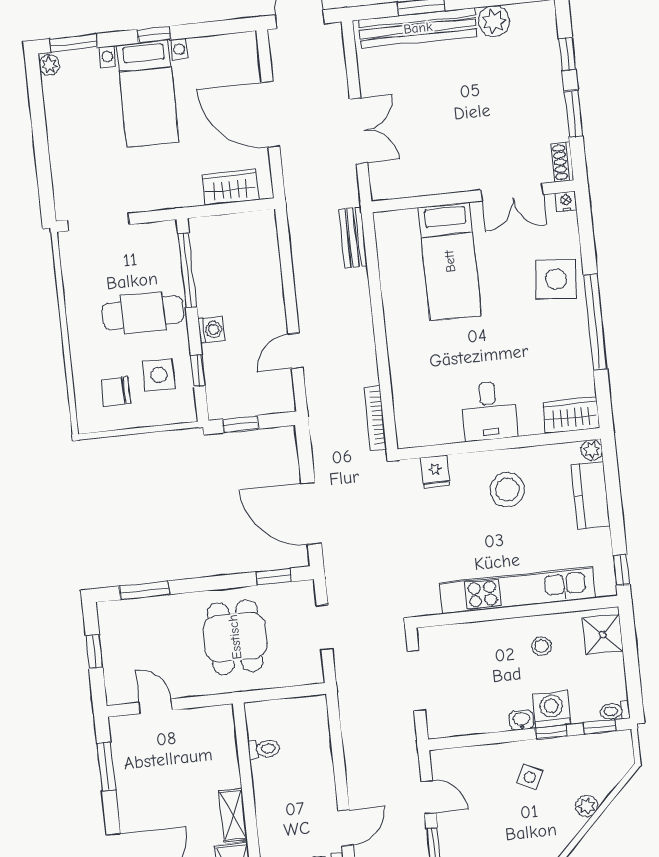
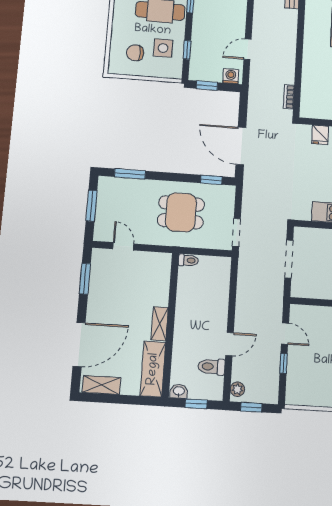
washing machine: (211, 330) -> (231, 76), moved, turned -90
bookcase: (375, 418) -> (289, 97), width x0.64
doorway: (325, 627) -> (236, 233), moved
dining table: (235, 637) -> (181, 212), turned 90
window: (94, 652) -> (91, 206), width x1.50
toilet: (264, 749) -> (188, 260), moved

